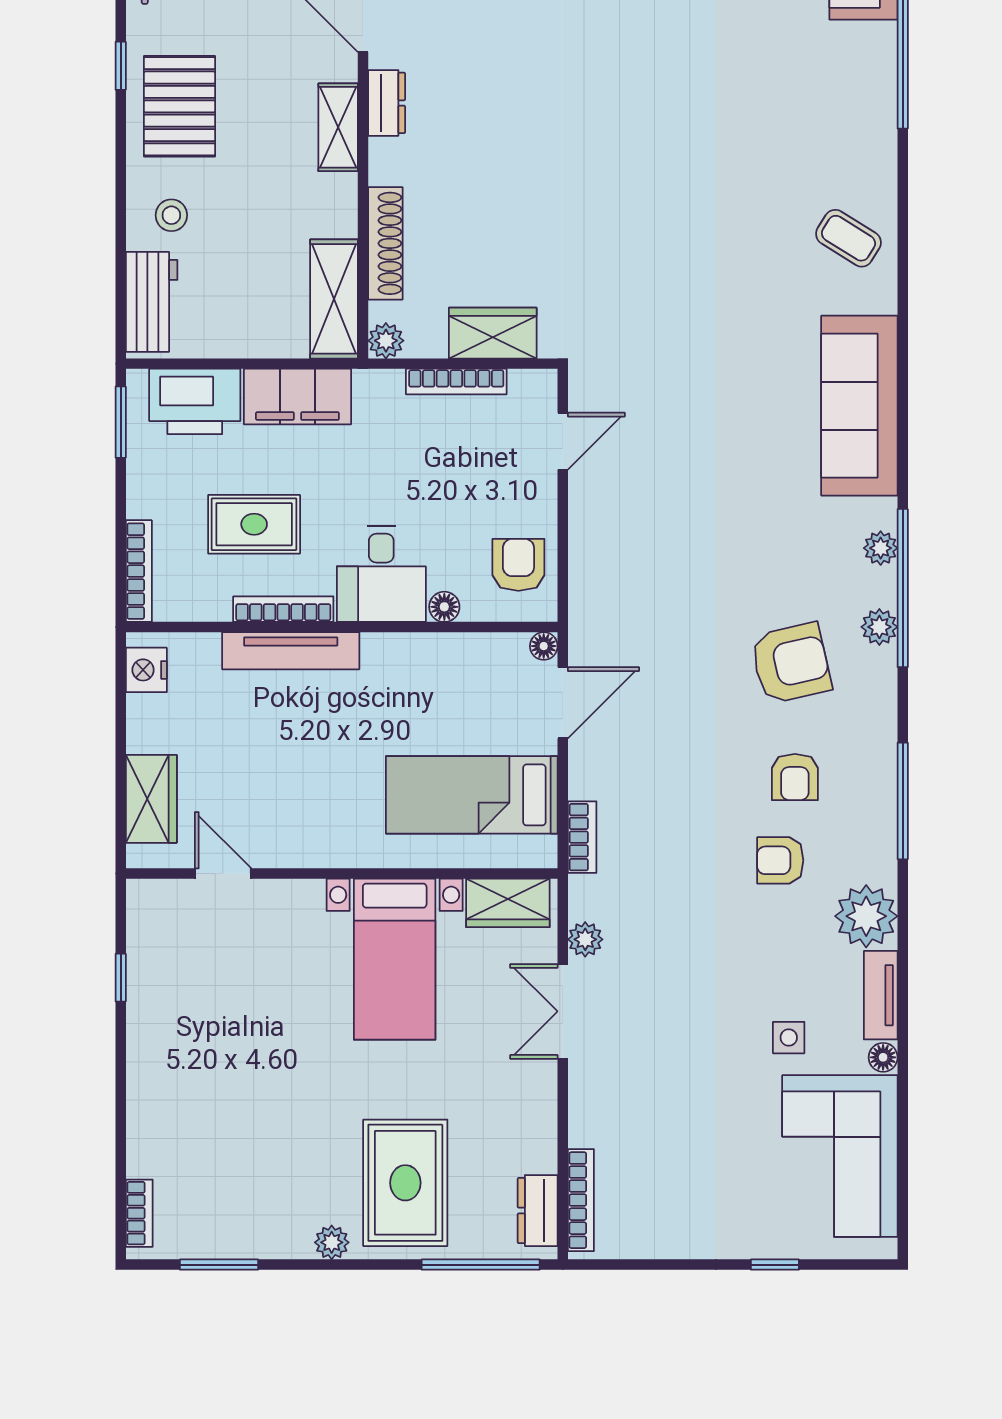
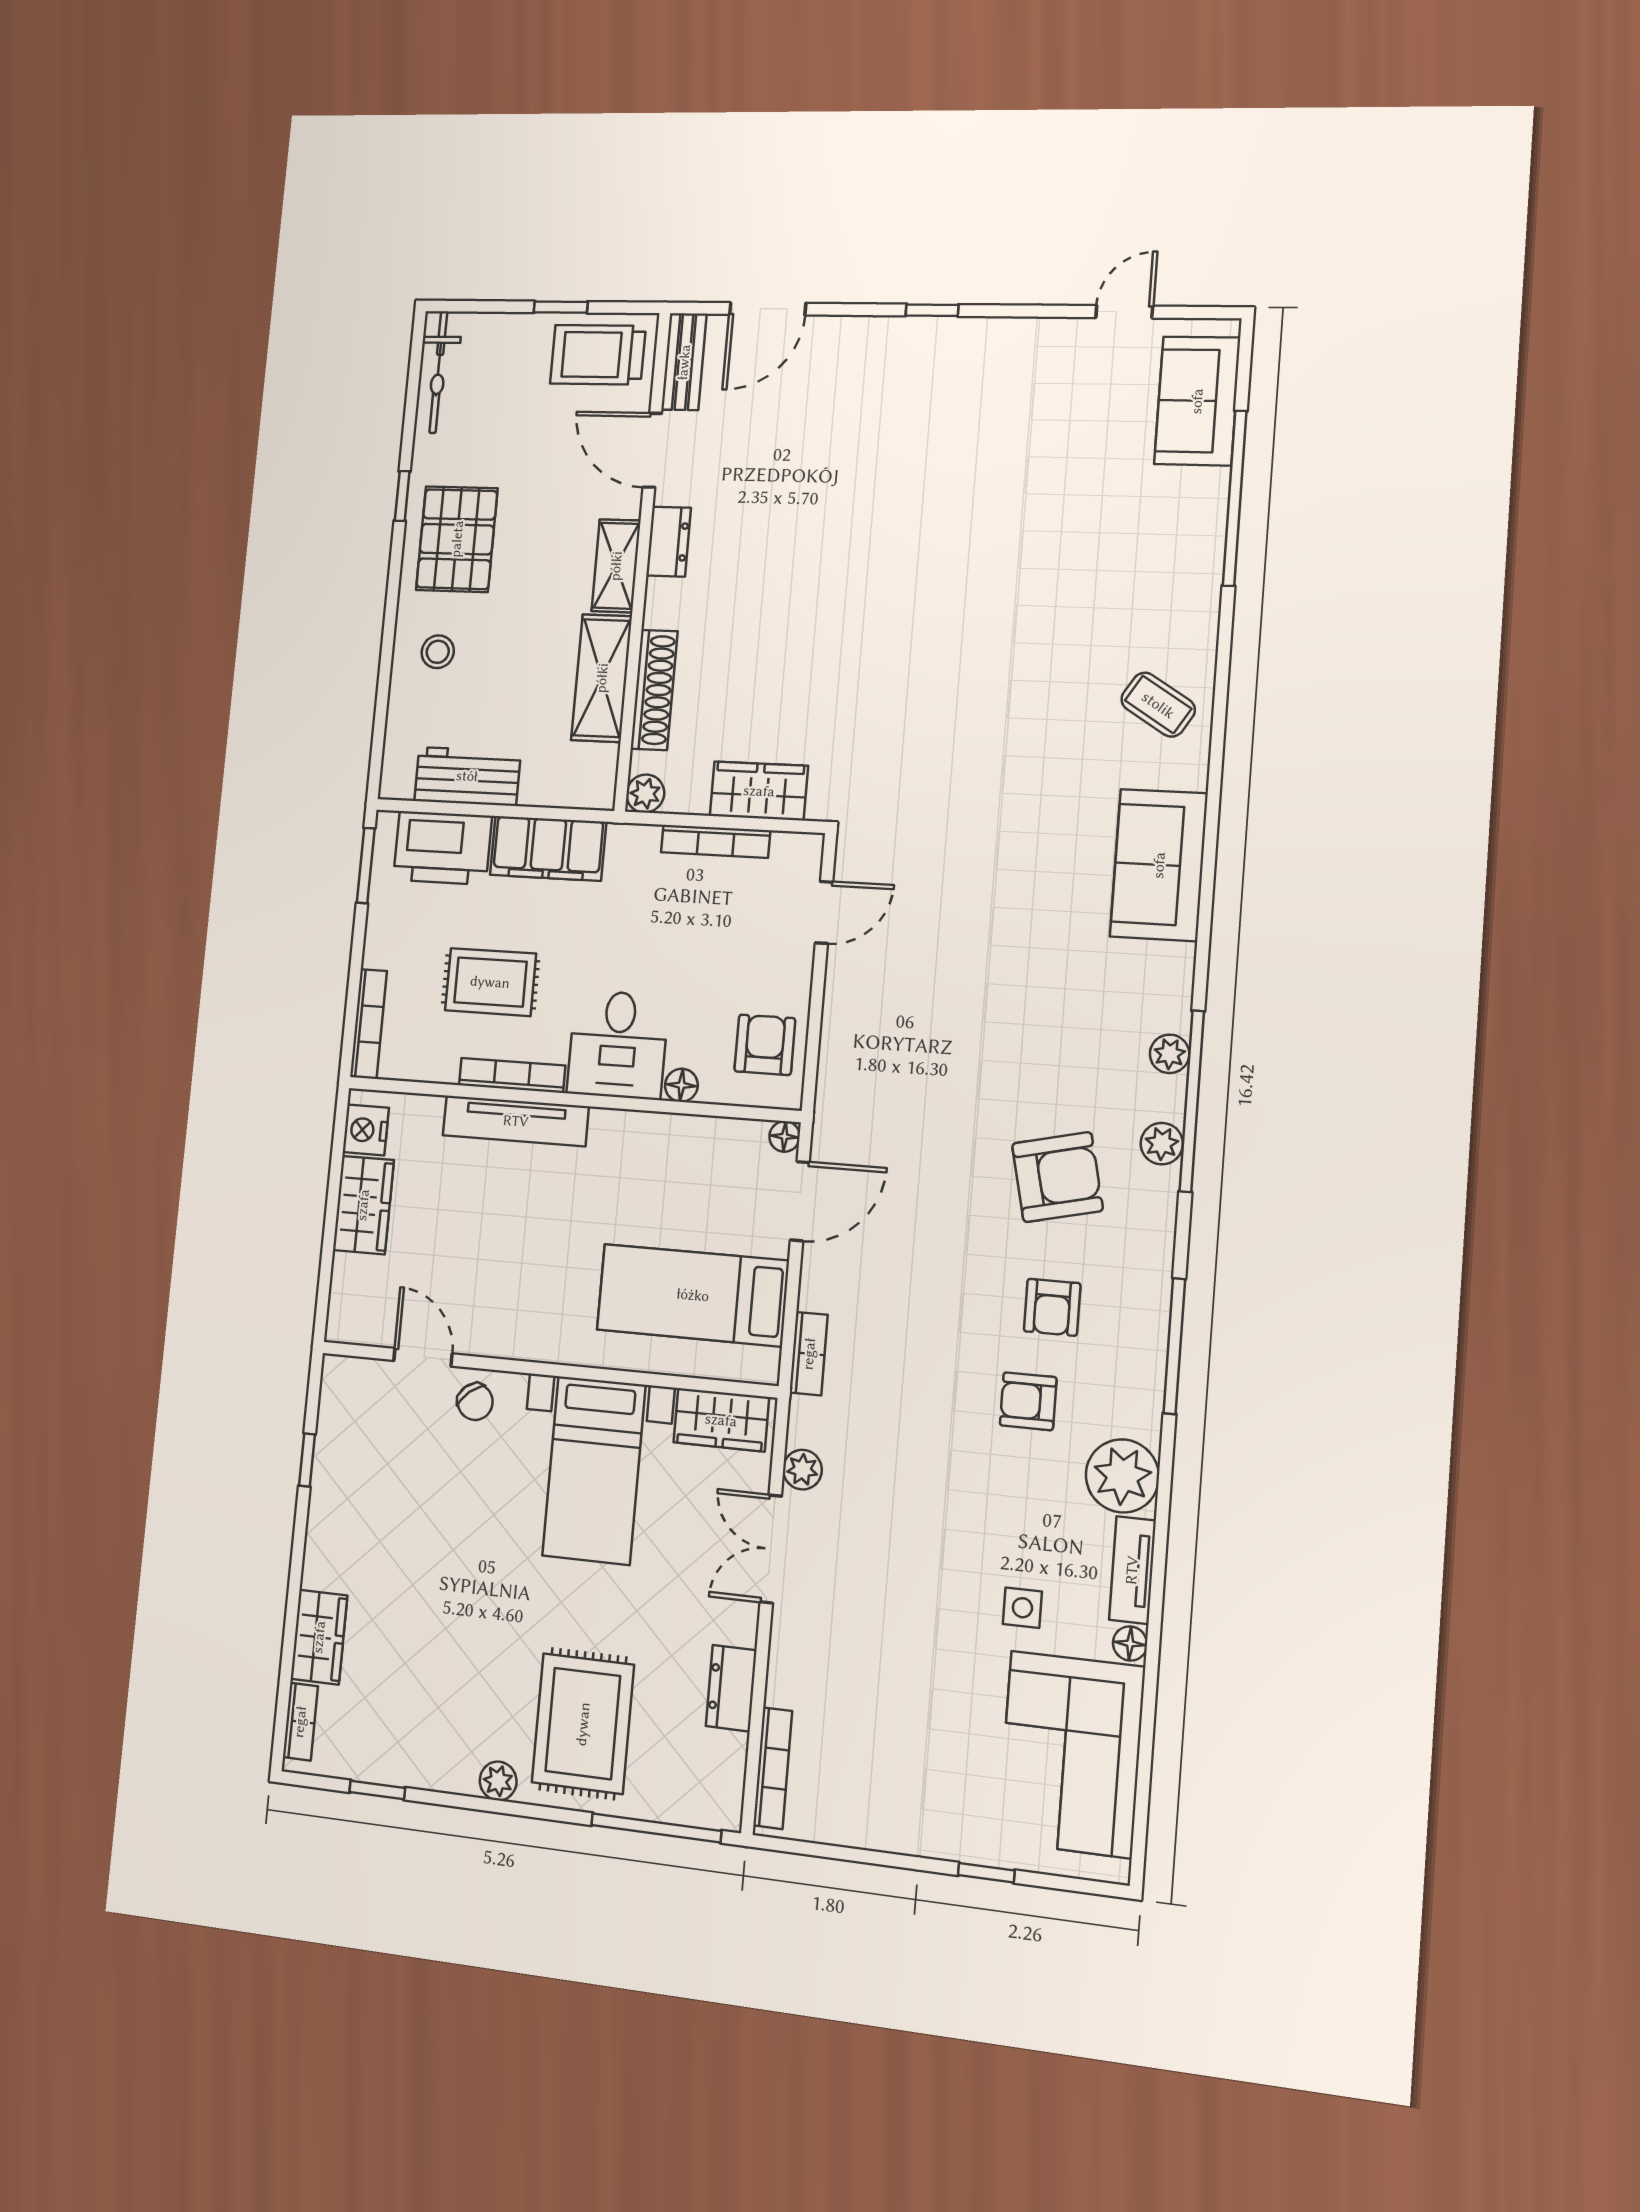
shelving: (334, 299) -> (602, 678), moved
workbench: (152, 302) -> (467, 776), moved, turned -90
sofa: (859, 406) -> (1159, 865), width x0.73
wardrobe: (151, 799) -> (363, 1205), moved
chair: (277, 909) -> (475, 1402), added
wardrobe: (149, 1136) -> (319, 1637), added
dresser: (538, 1211) -> (731, 1688), moved
window: (219, 1265) -> (377, 1790), width x0.67

